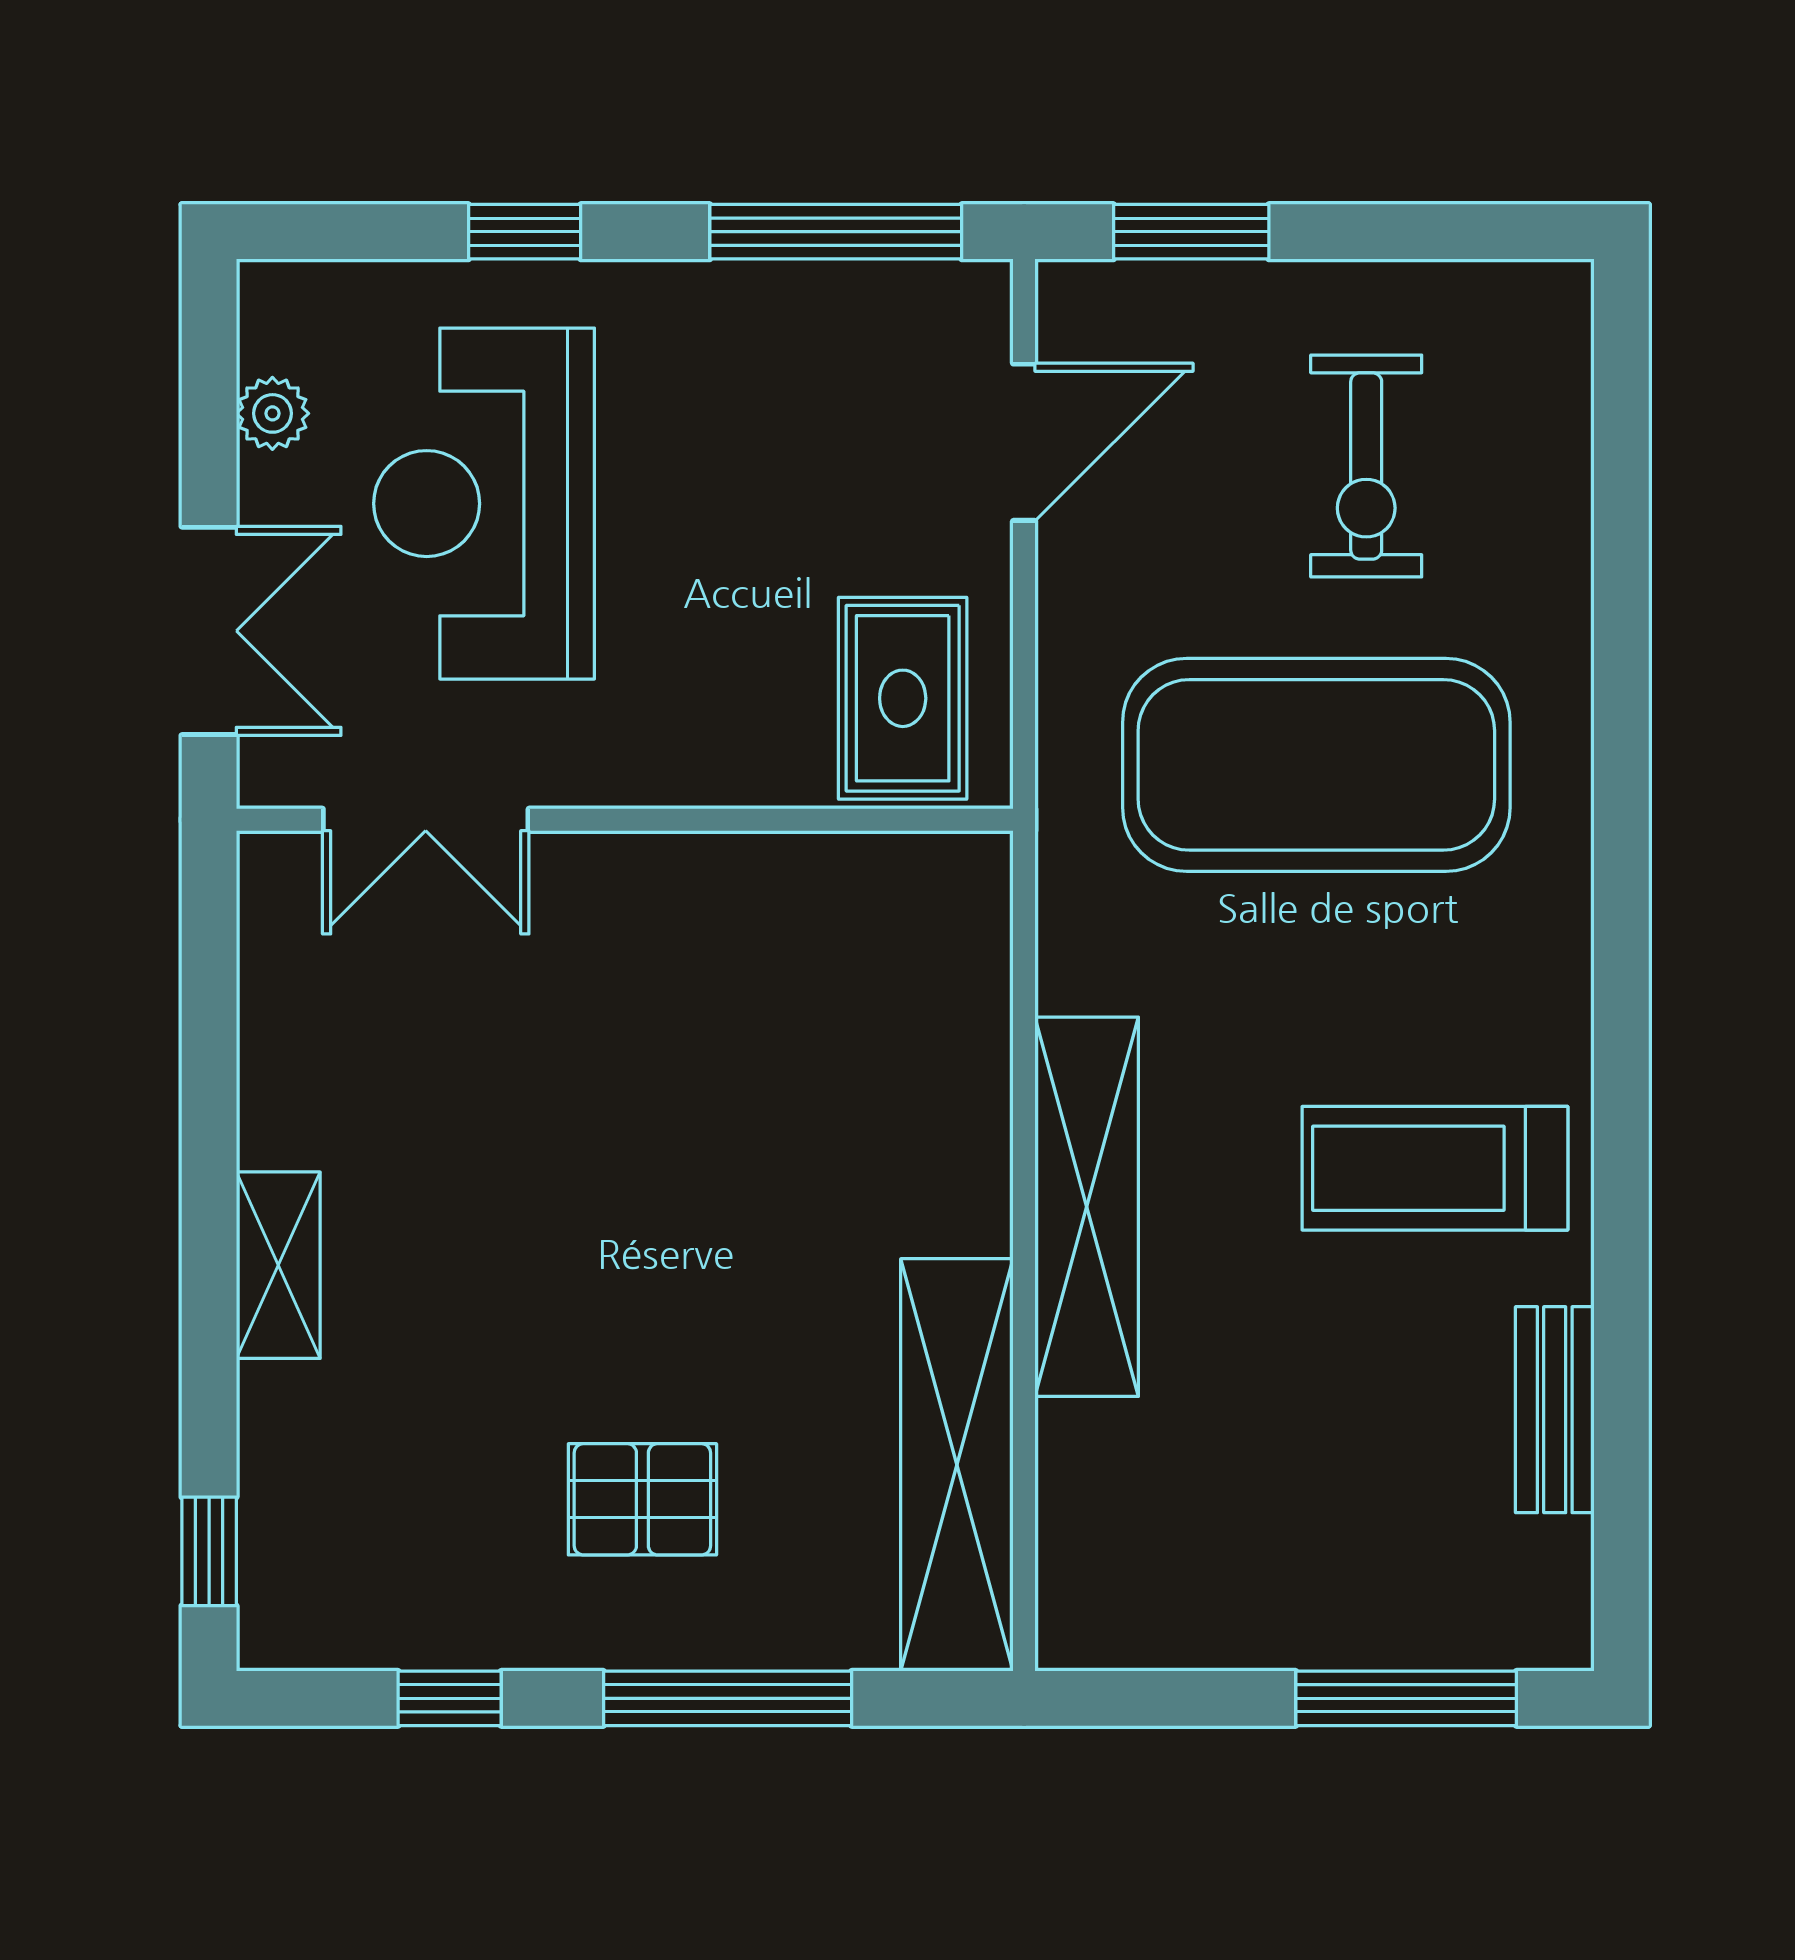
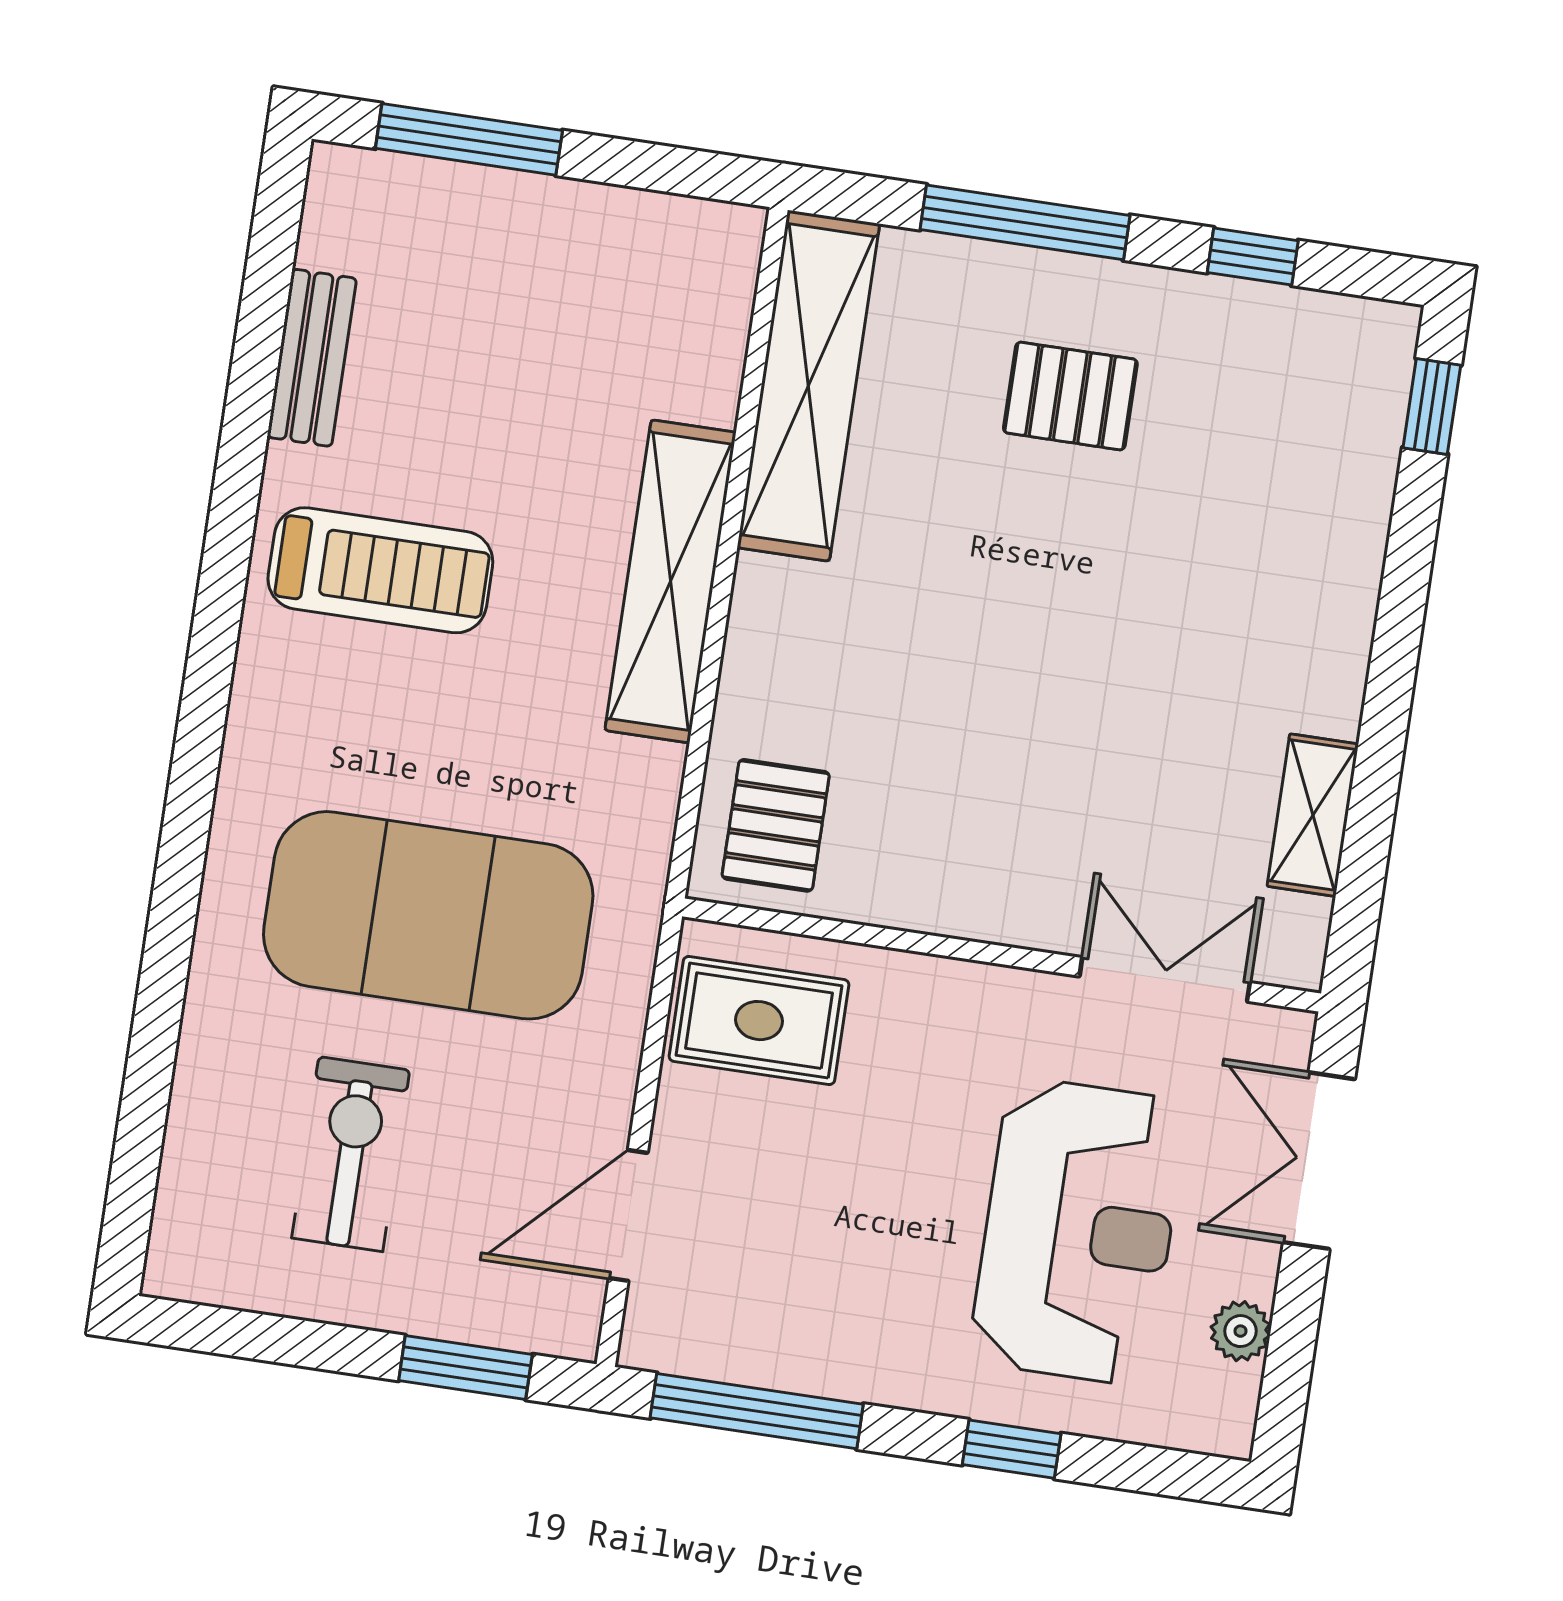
rug: (903, 698) -> (759, 1021), turned 90
pallet: (918, 934) -> (776, 825), added
shelving: (278, 1265) -> (1313, 815), moved

